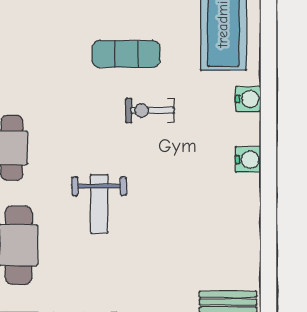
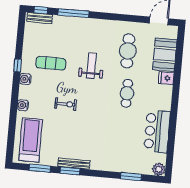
exercise mat: (126, 54) -> (51, 63), moved
window: (269, 189) -> (18, 65), added

